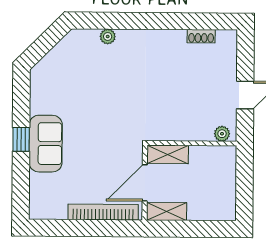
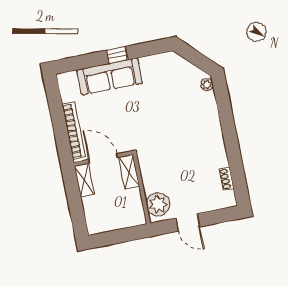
plant: (108, 37) -> (207, 85), moved
plant: (222, 134) -> (158, 204), width x1.88, depth x1.88
sofa: (46, 144) -> (110, 76), width x1.36

